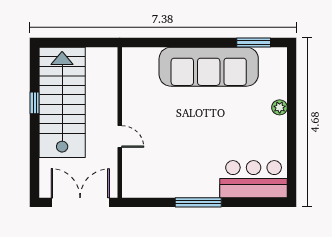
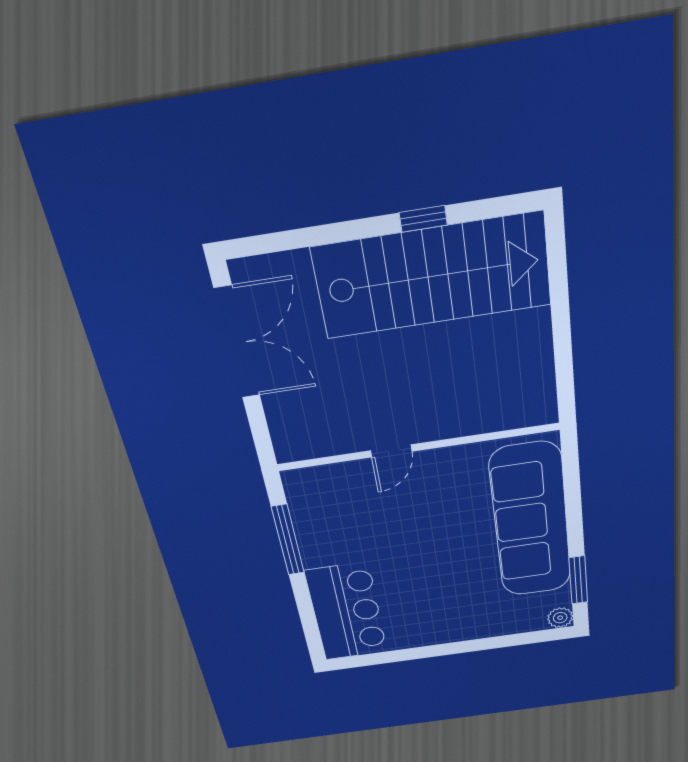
plant: (280, 107) -> (560, 618), moved
wall: (120, 122) -> (418, 447), moved
door: (120, 137) -> (391, 451), moved

